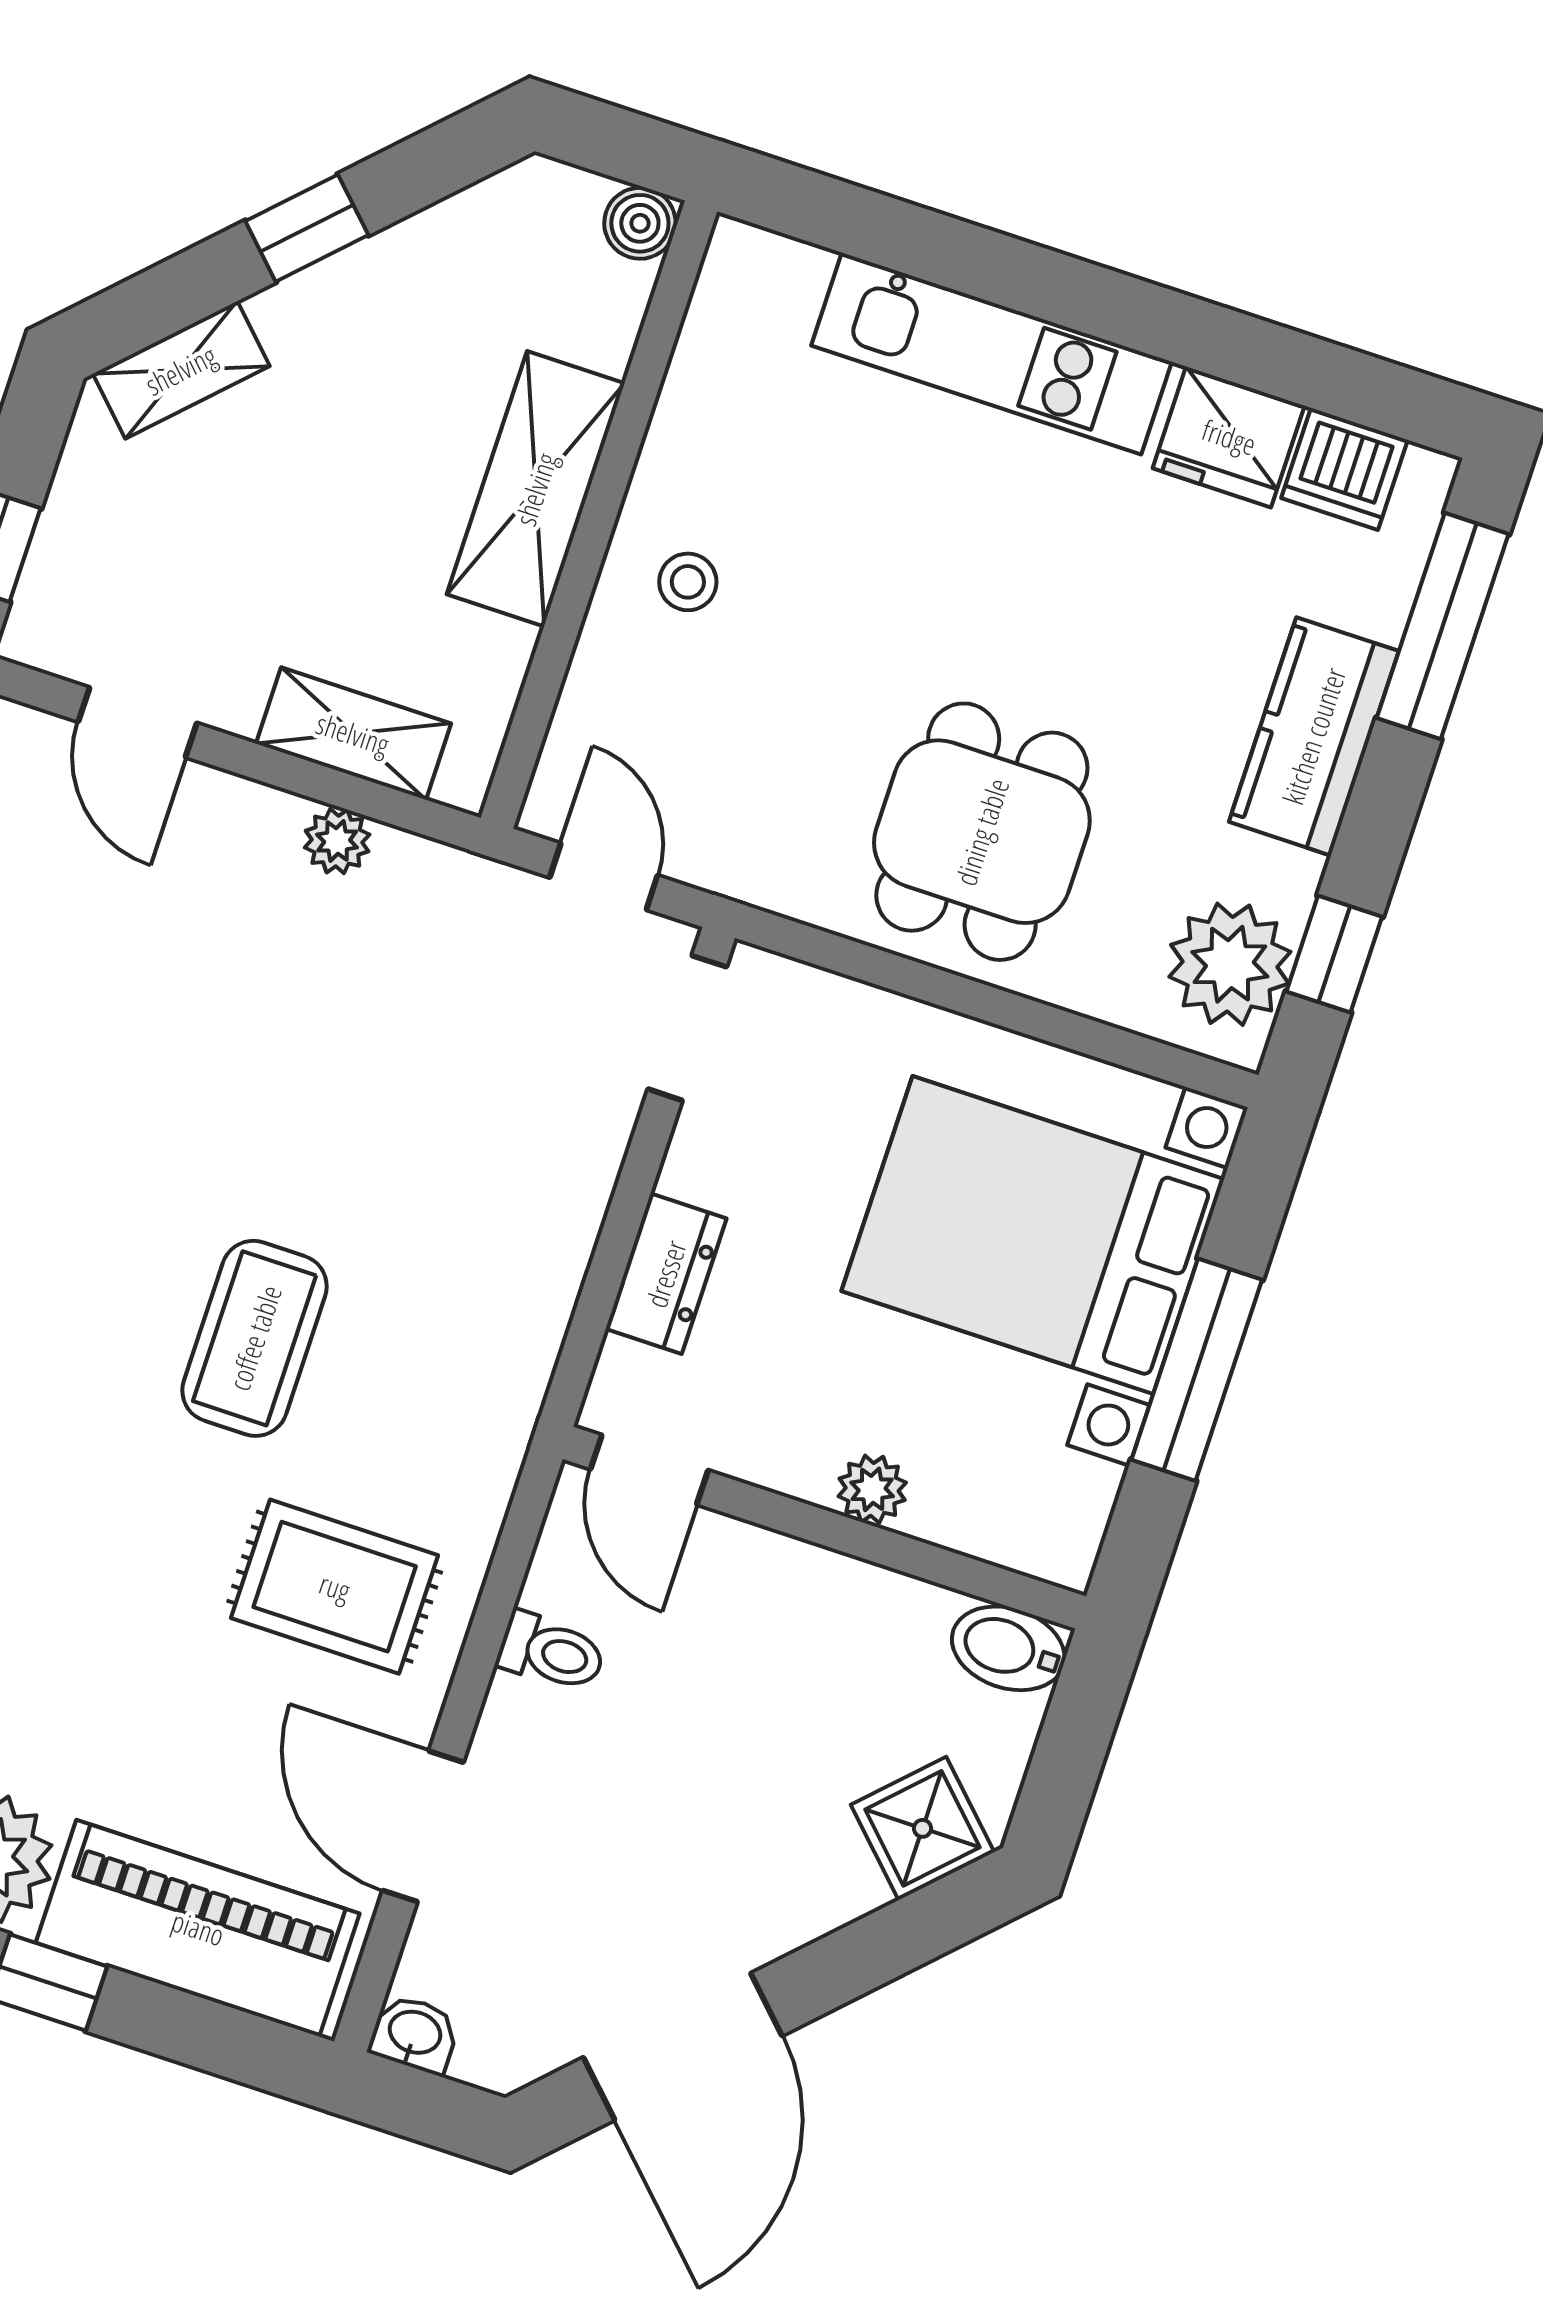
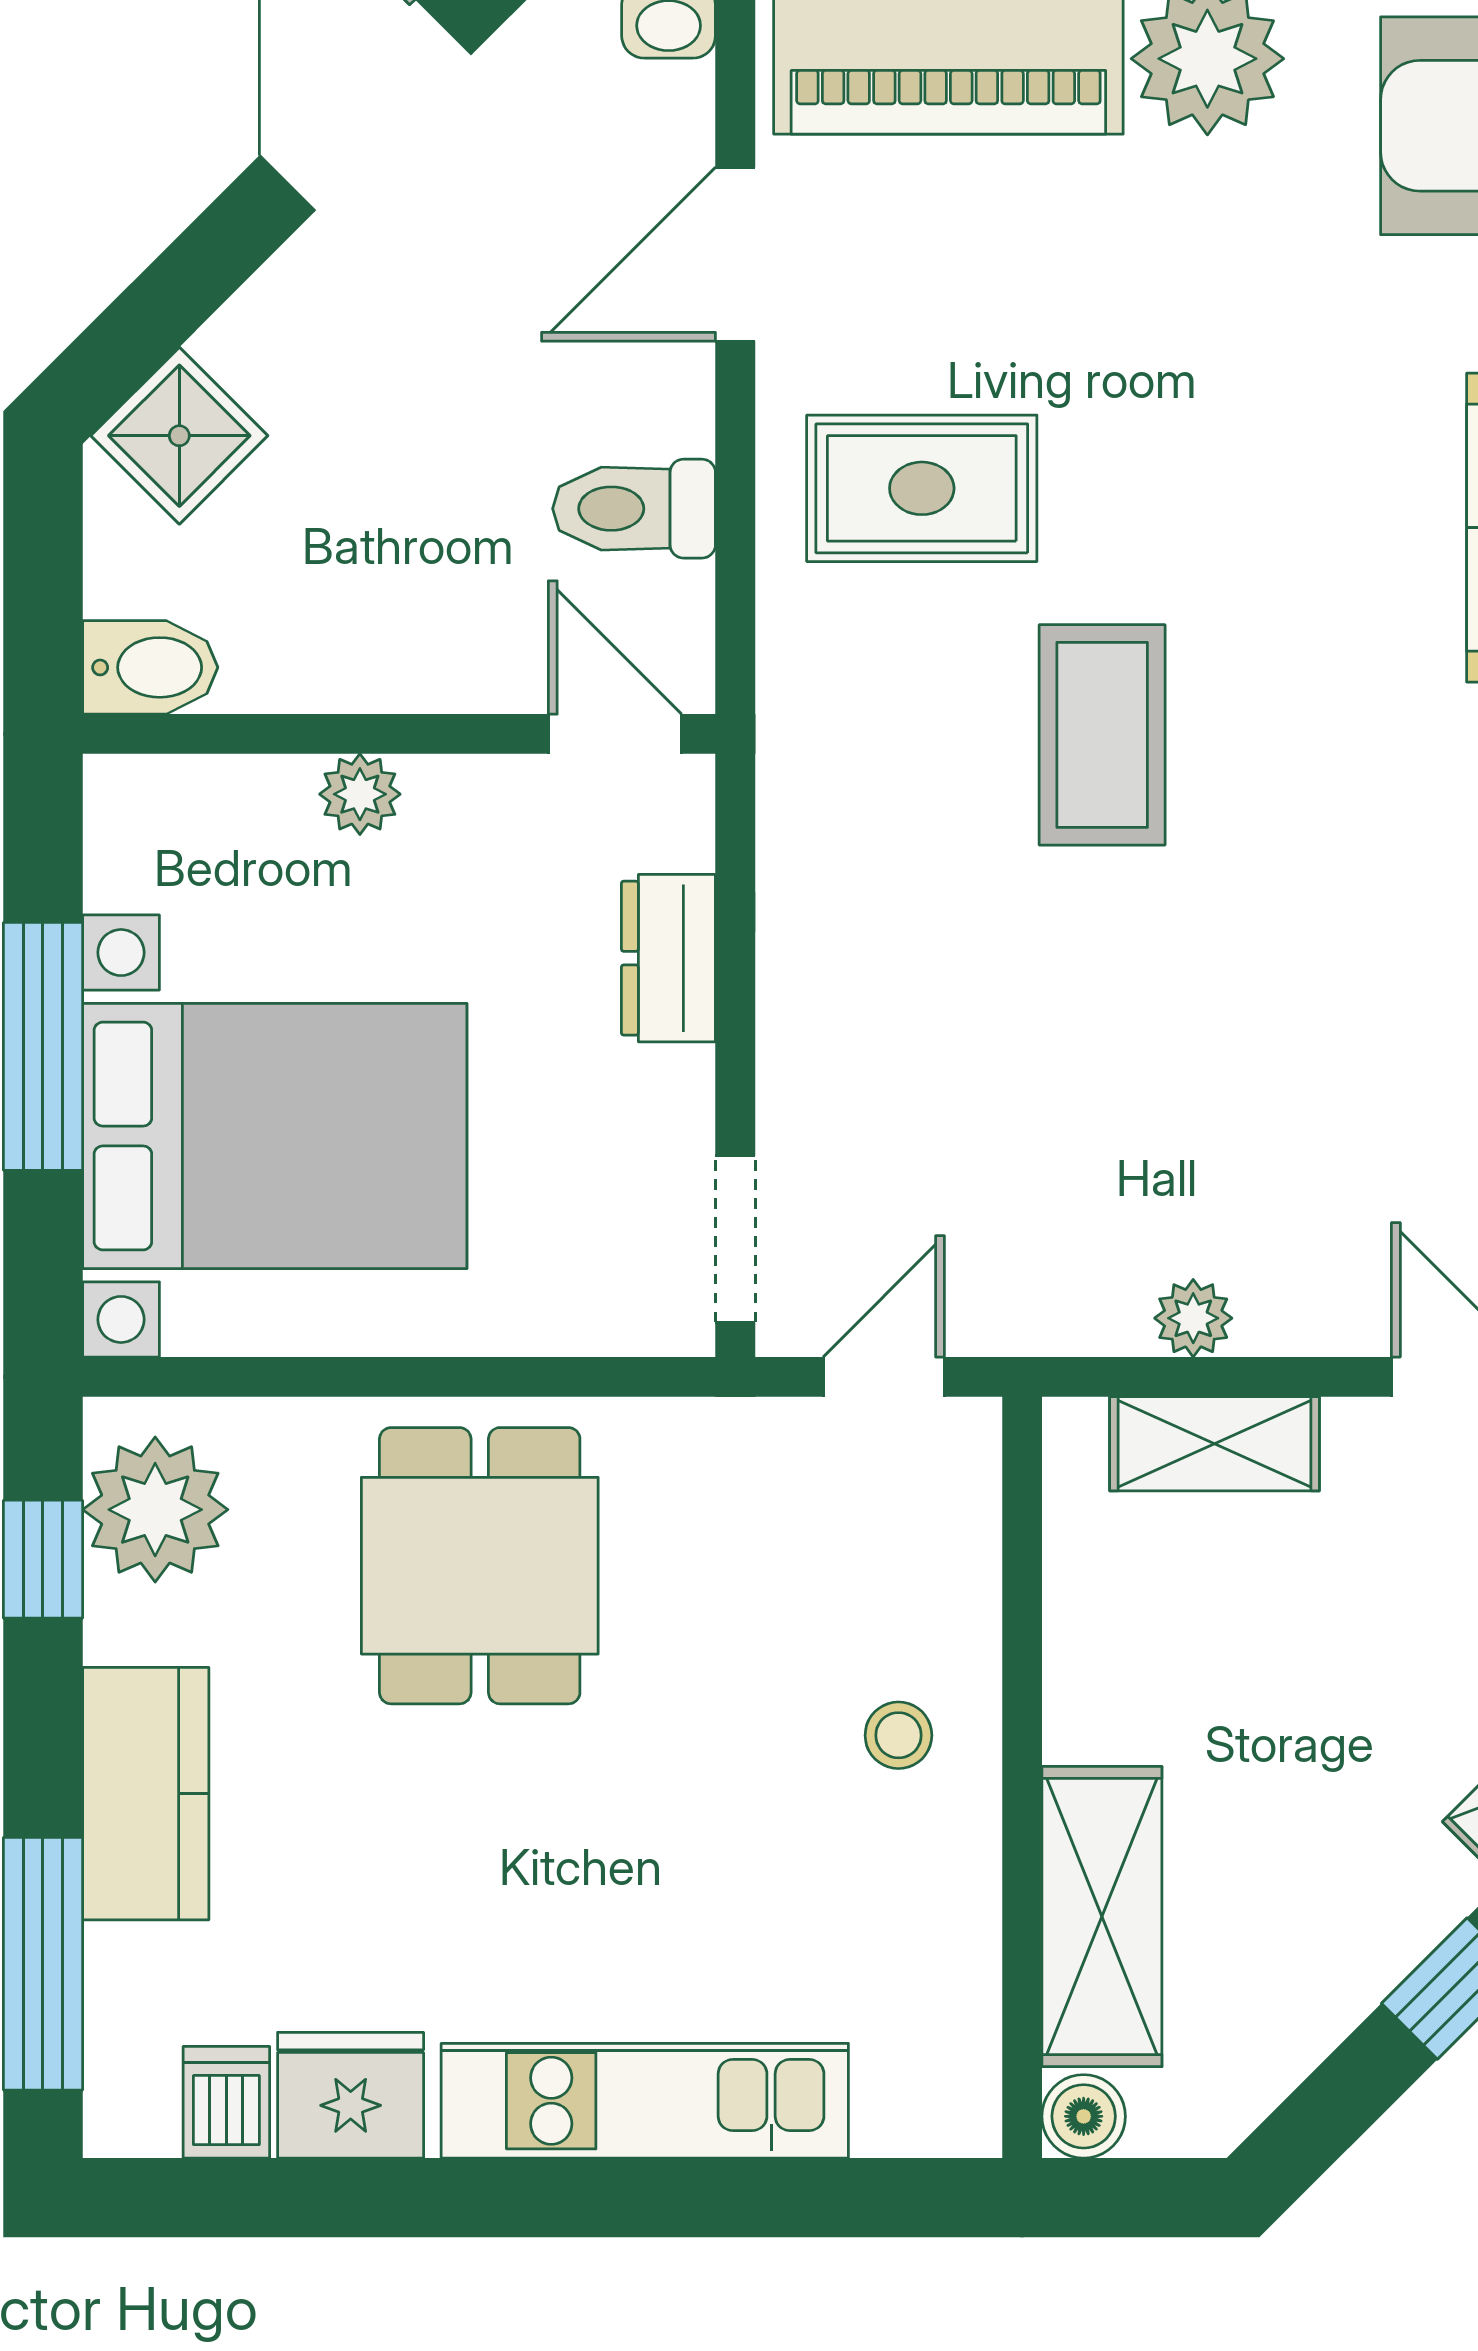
dishwasher: (1344, 469) -> (226, 2102), width x0.73
shelving: (536, 489) -> (1102, 1917), moved
door: (604, 876) -> (884, 1377), swing flipped
toilet: (551, 1652) -> (634, 509), width x1.37, depth x1.39
door: (423, 1826) -> (735, 254), swing flipped

